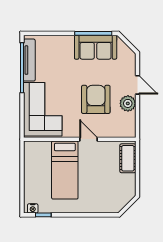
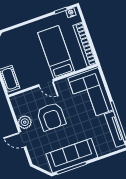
sofa: (96, 47) -> (72, 156), width x1.36
bookcase: (30, 167) -> (85, 44), added

